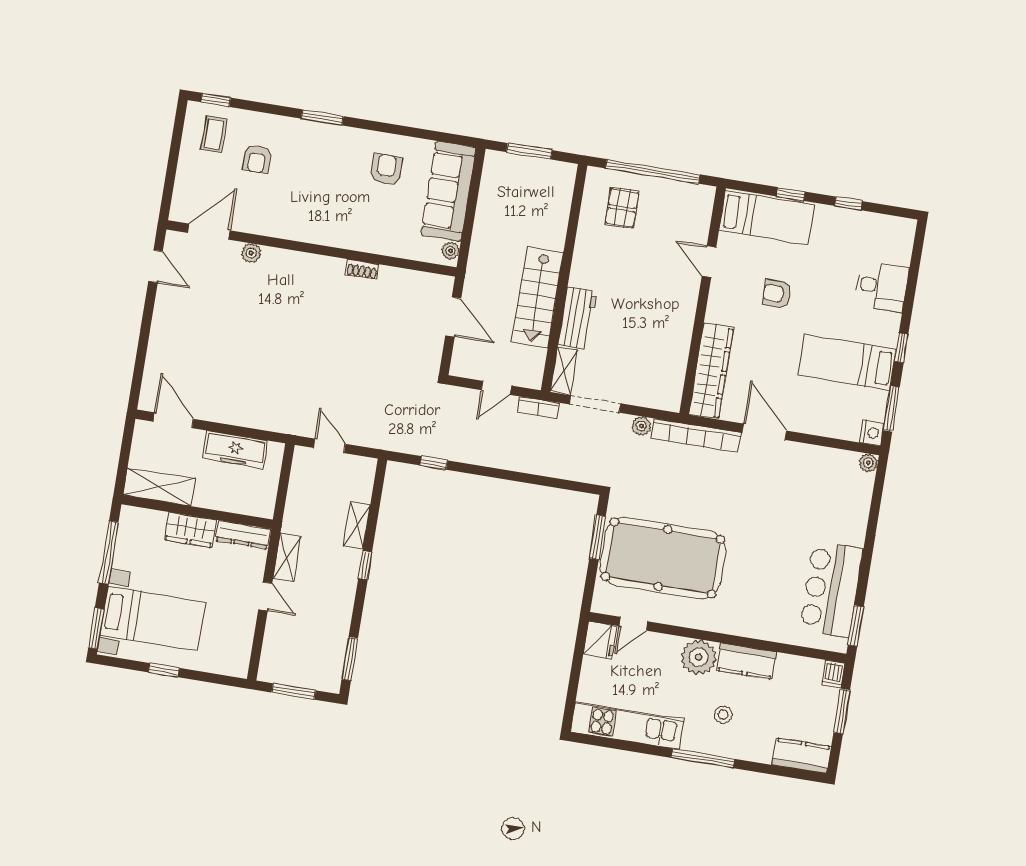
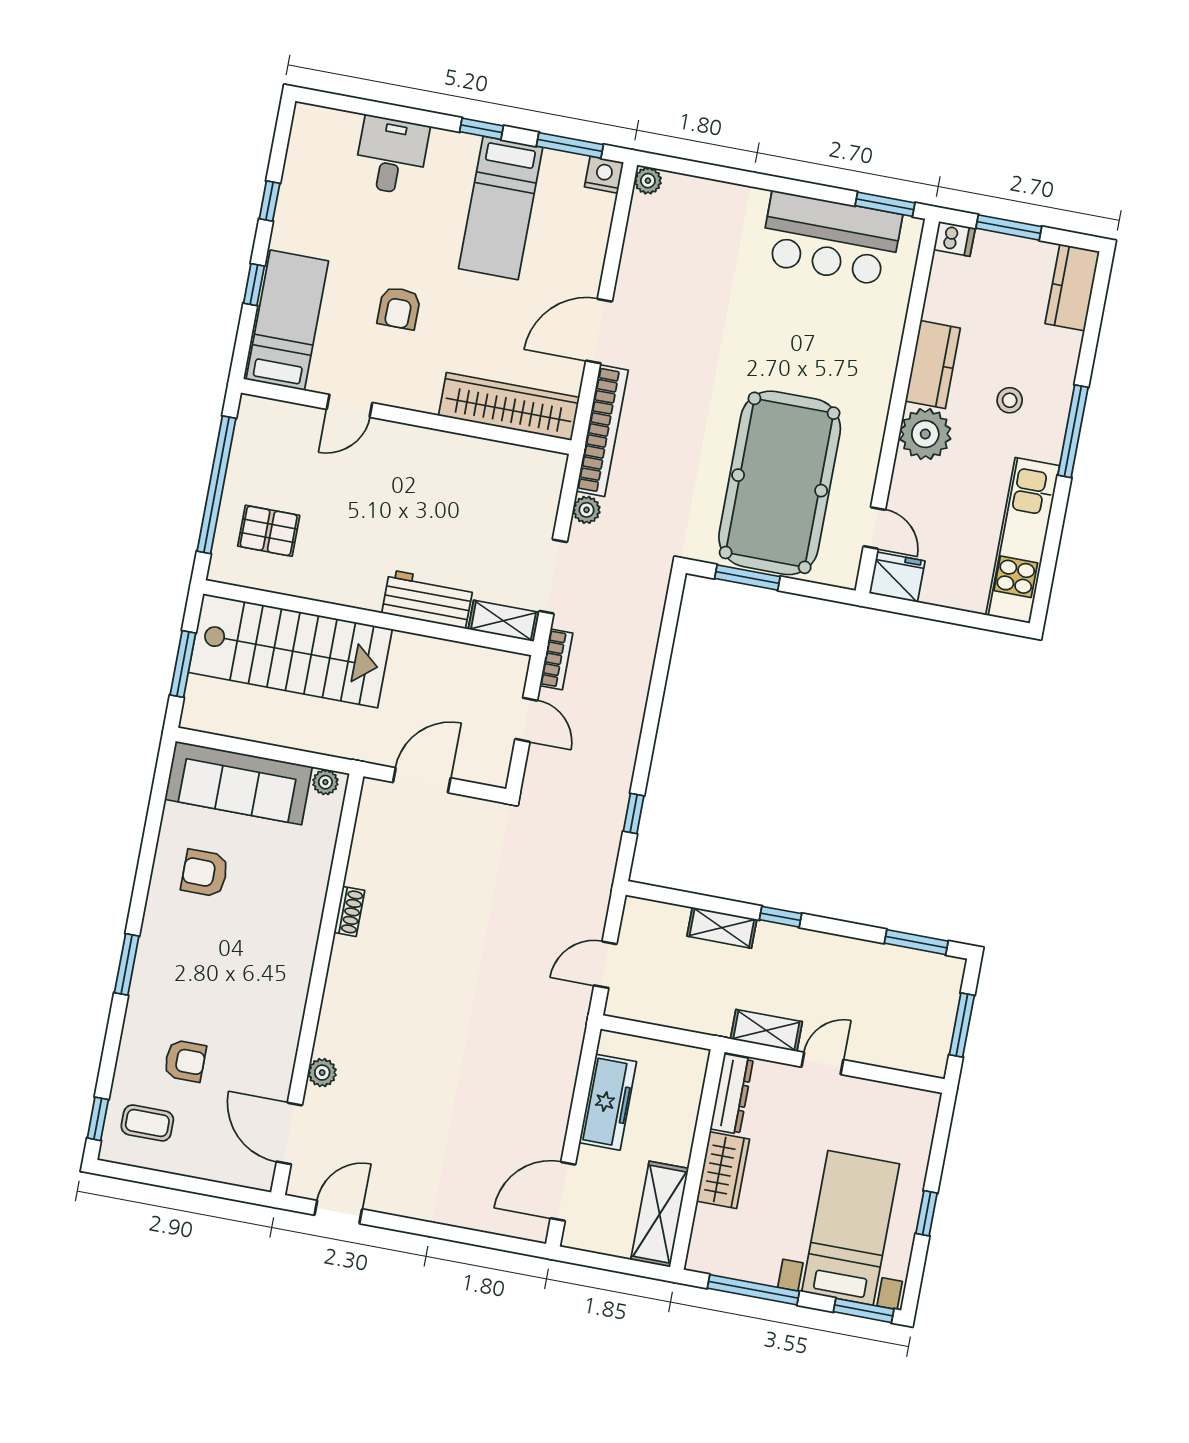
stairs: (538, 297) -> (290, 651), moved, width x1.36, depth x1.51

